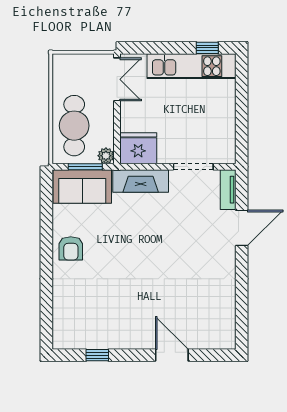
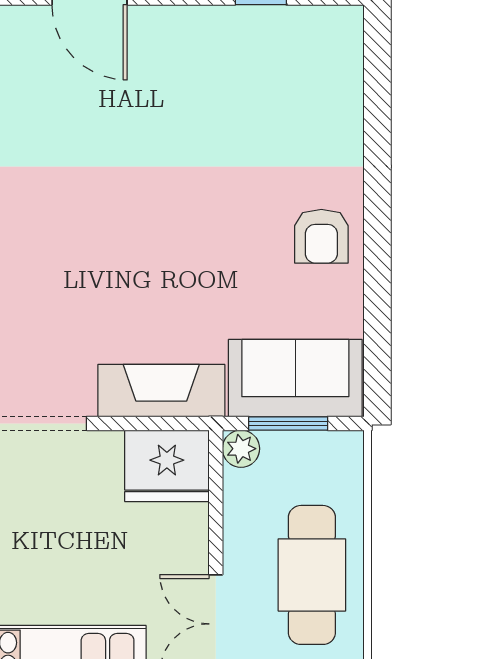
cafe table: (74, 126) -> (312, 575), moved
armchair: (71, 248) -> (321, 236), turned 180

